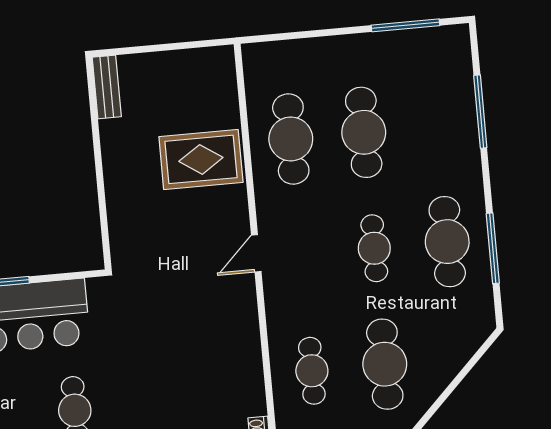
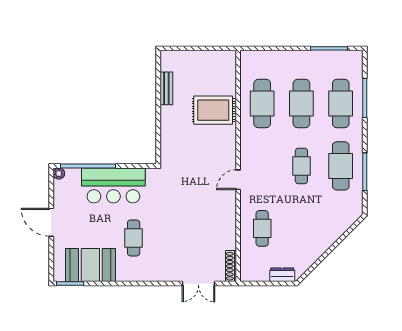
bench: (107, 87) -> (166, 88), moved
door: (256, 253) -> (238, 180), moved
cafe table: (385, 364) -> (341, 103), moved

